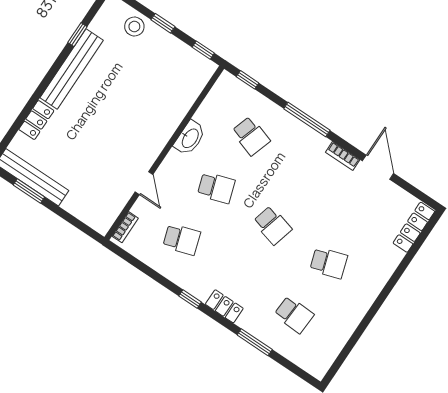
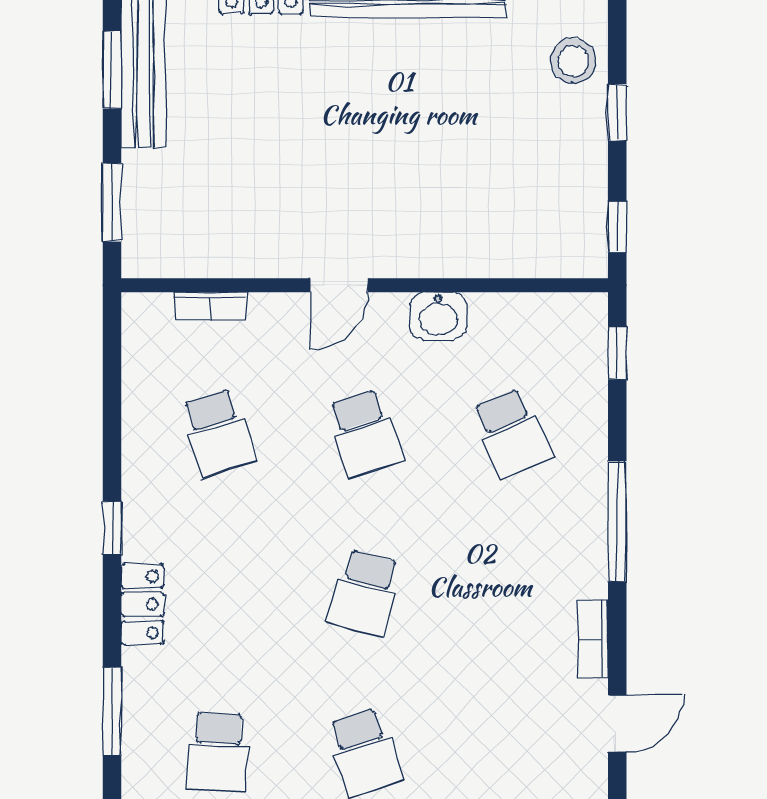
school desk: (251, 136) -> (512, 433), turned -42
washbasin: (190, 138) -> (438, 316), width x0.72
door: (378, 167) -> (617, 724), width x0.73
door: (144, 183) -> (339, 285), moved
window: (76, 222) -> (112, 202), added
bookcase: (125, 227) -> (210, 306), moved

